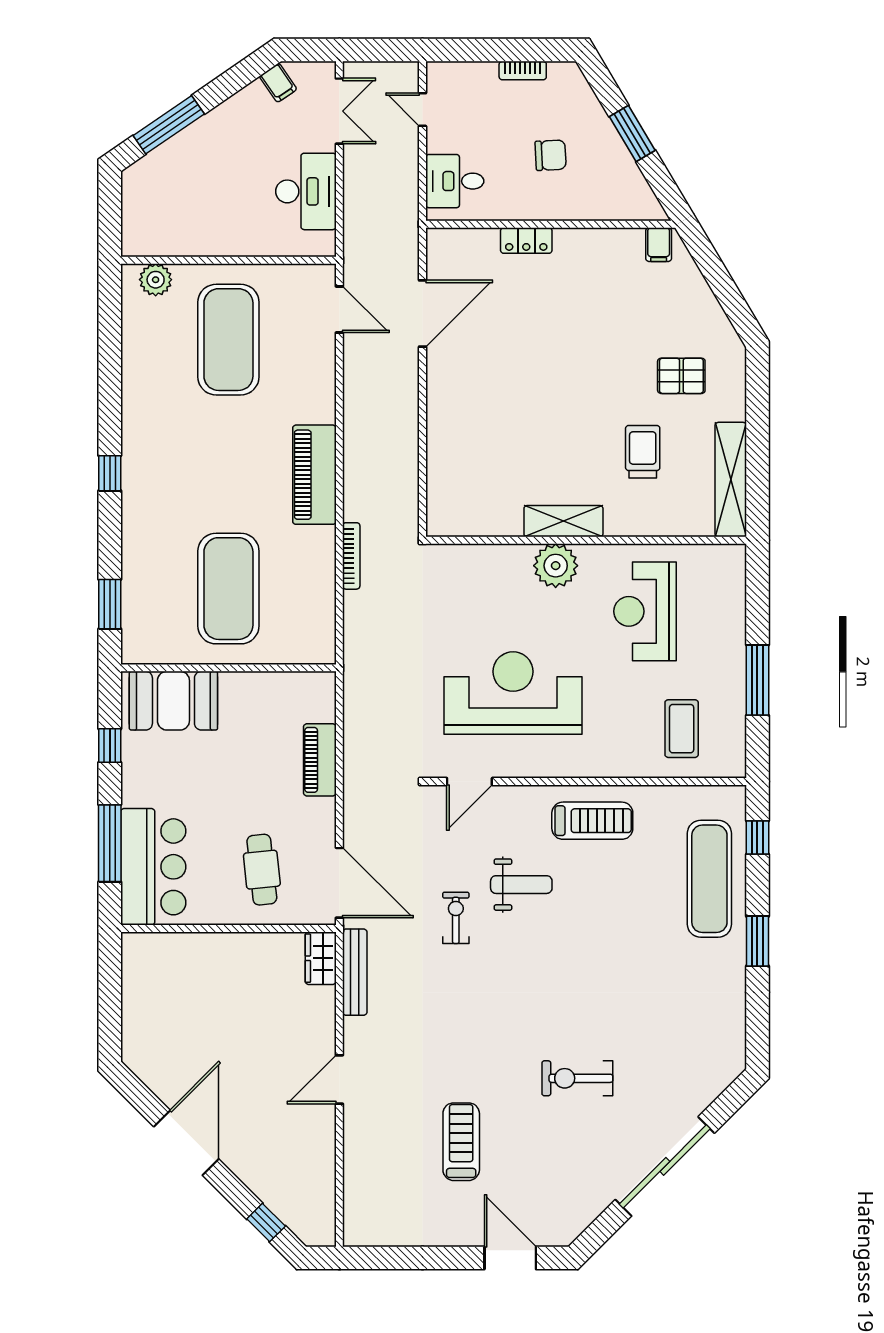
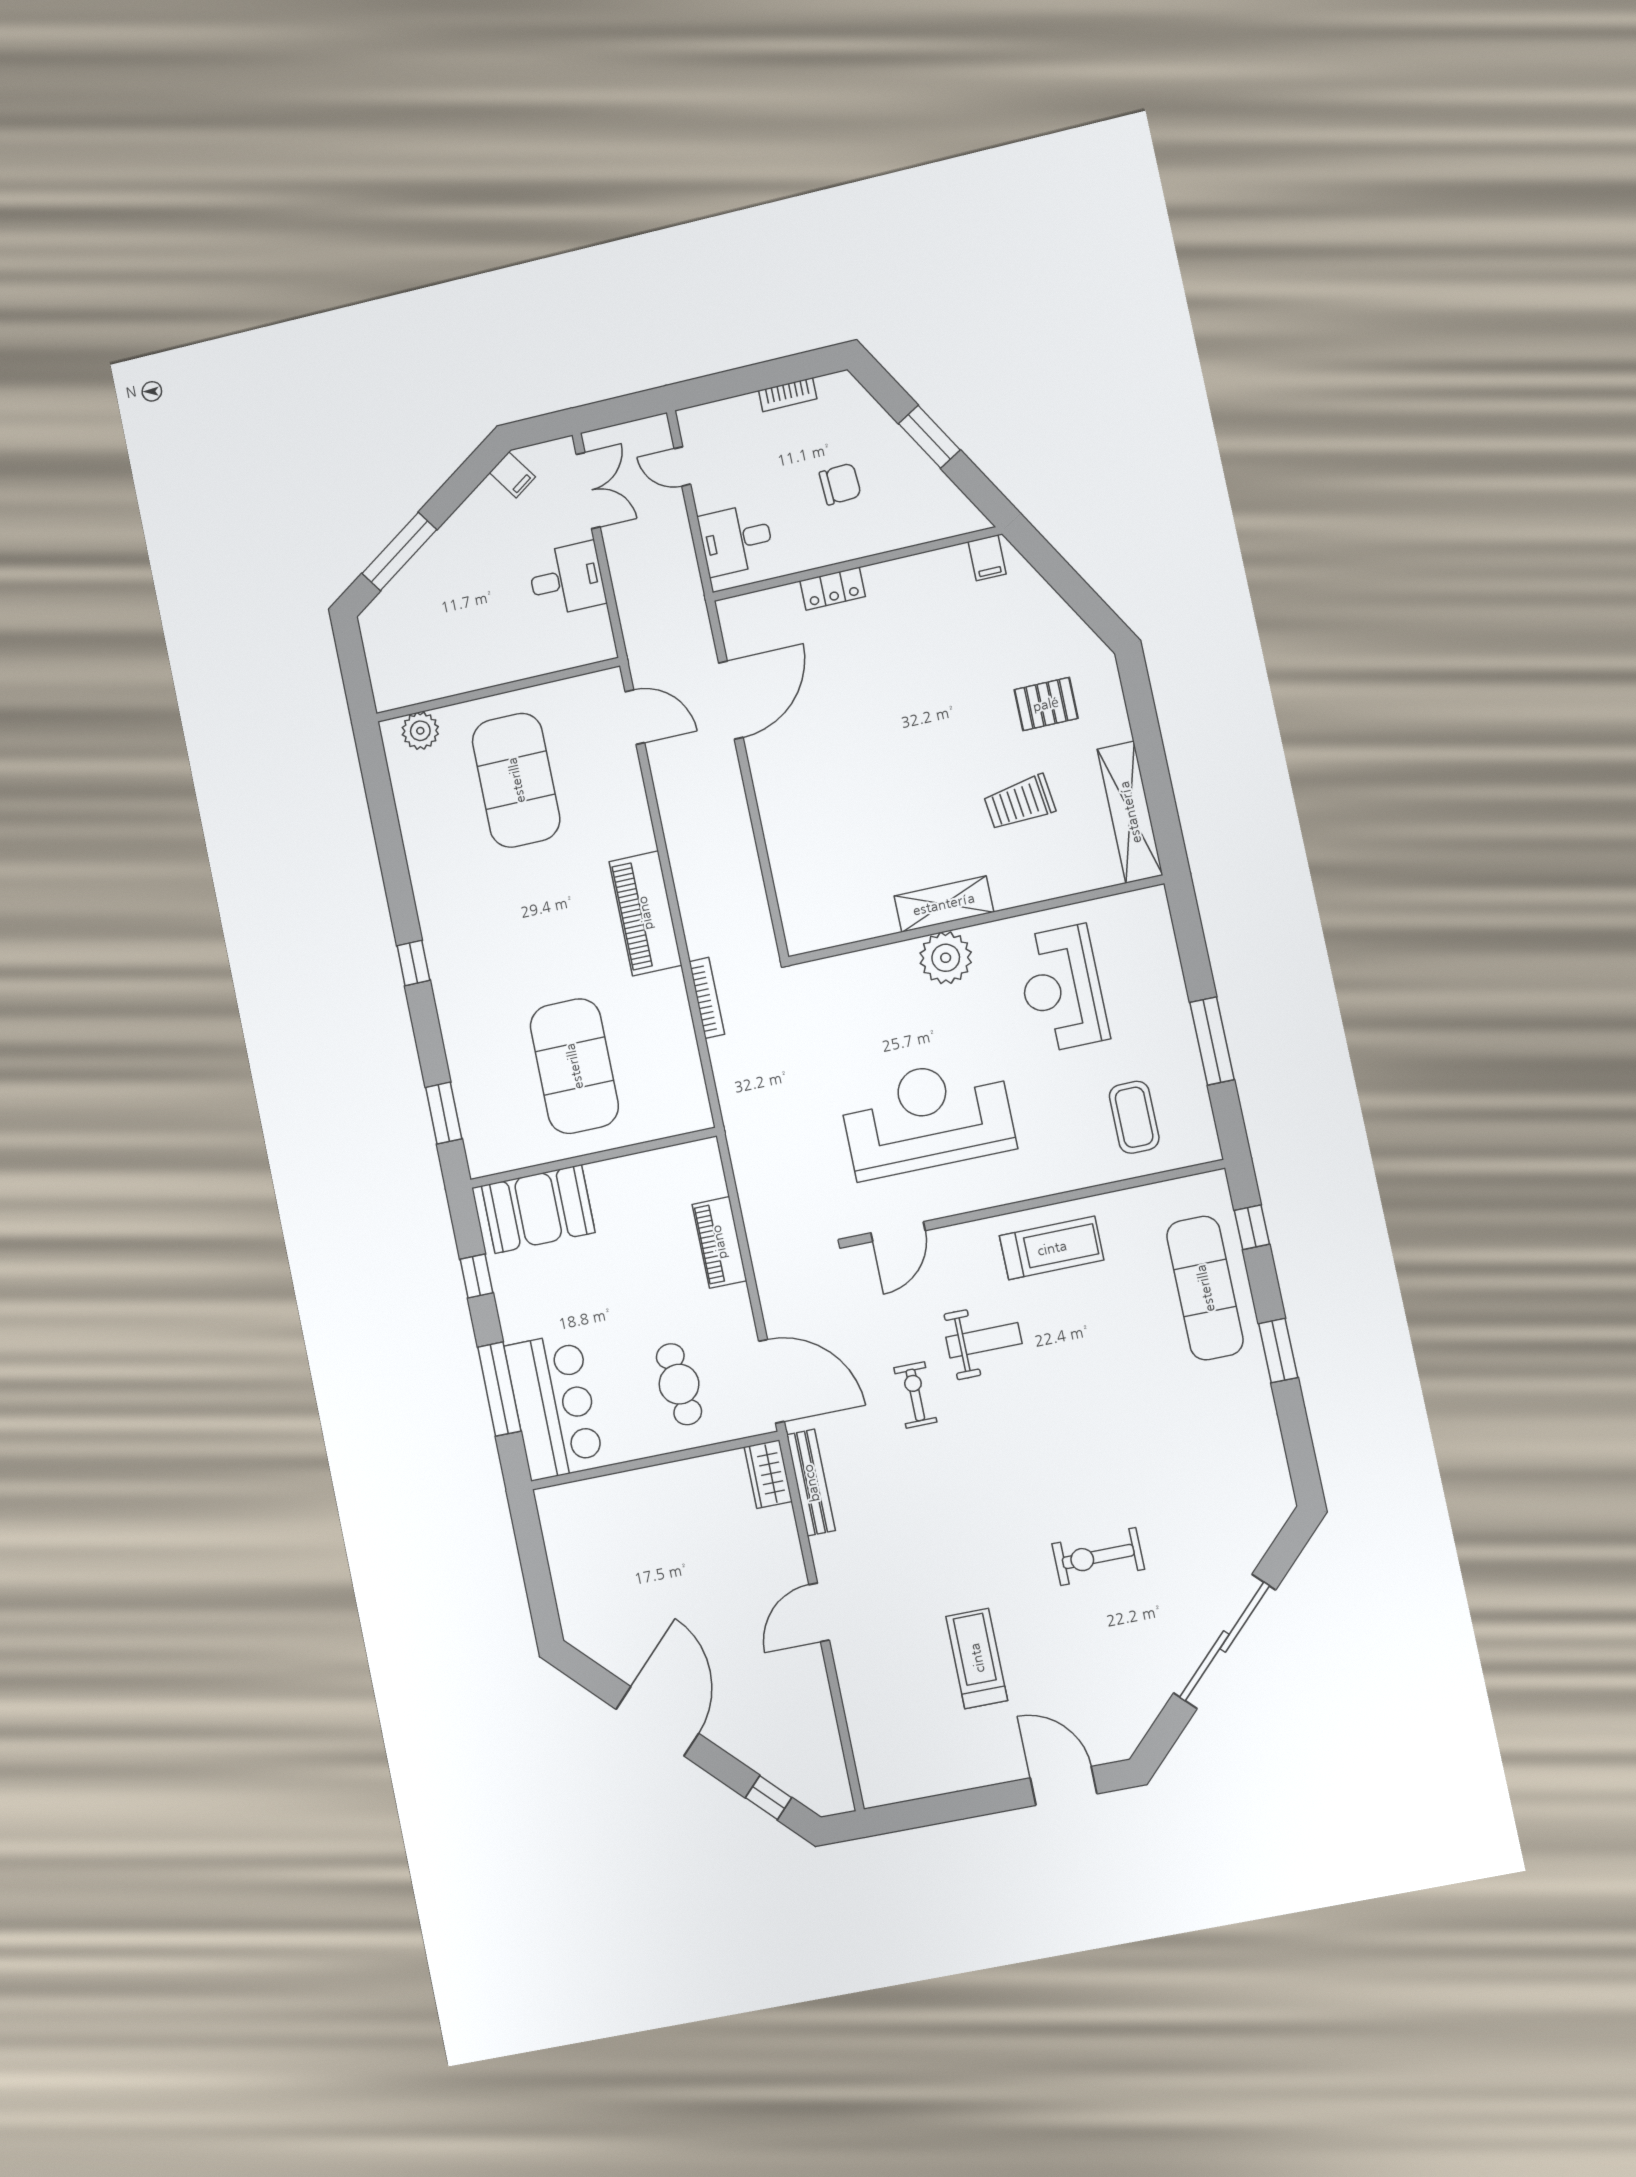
desk: (306, 191) -> (567, 579), width x0.73
trolley: (643, 452) -> (1019, 803), turned -97

